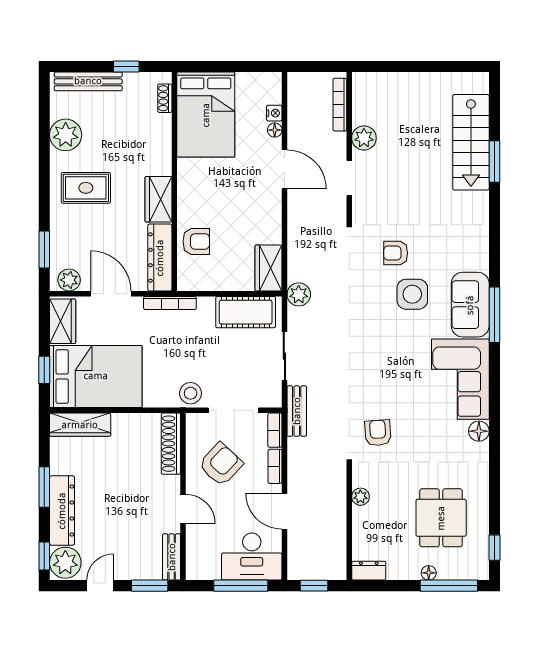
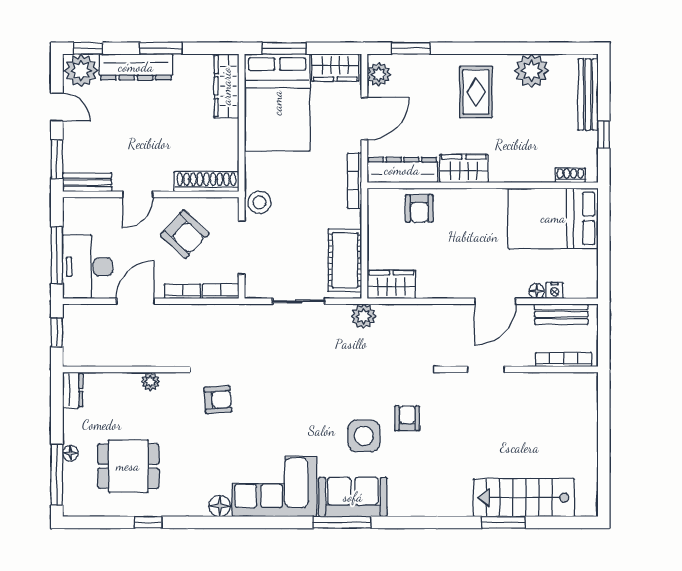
plant: (364, 138) -> (528, 385), removed
window: (44, 370) -> (284, 48), width x1.50
bench: (297, 411) -> (561, 314), moved
window: (494, 548) -> (148, 522), moved

